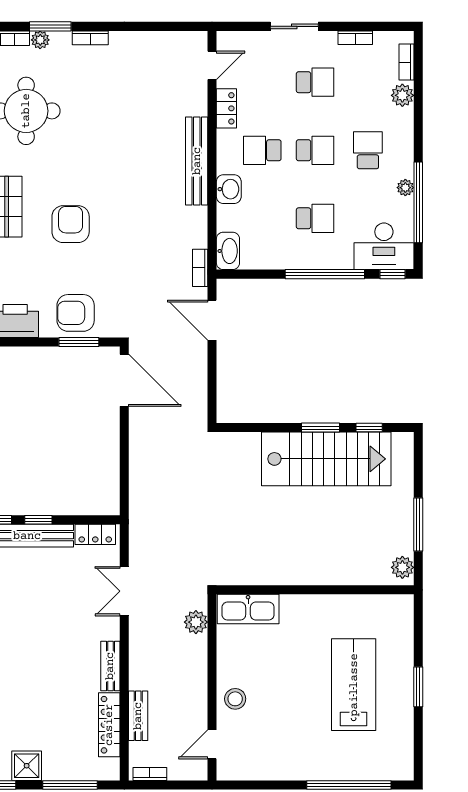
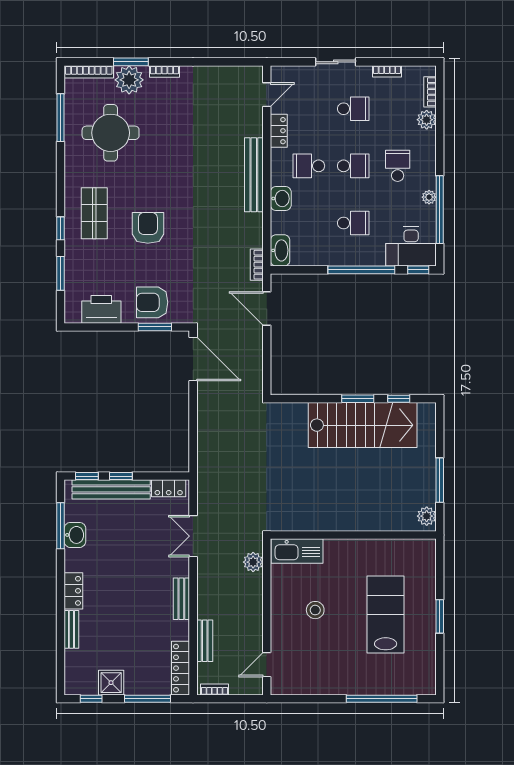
plant: (40, 40) -> (129, 80), width x1.88, depth x1.88
stool: (235, 699) -> (315, 610), moved
locker: (109, 725) -> (180, 668), moved

